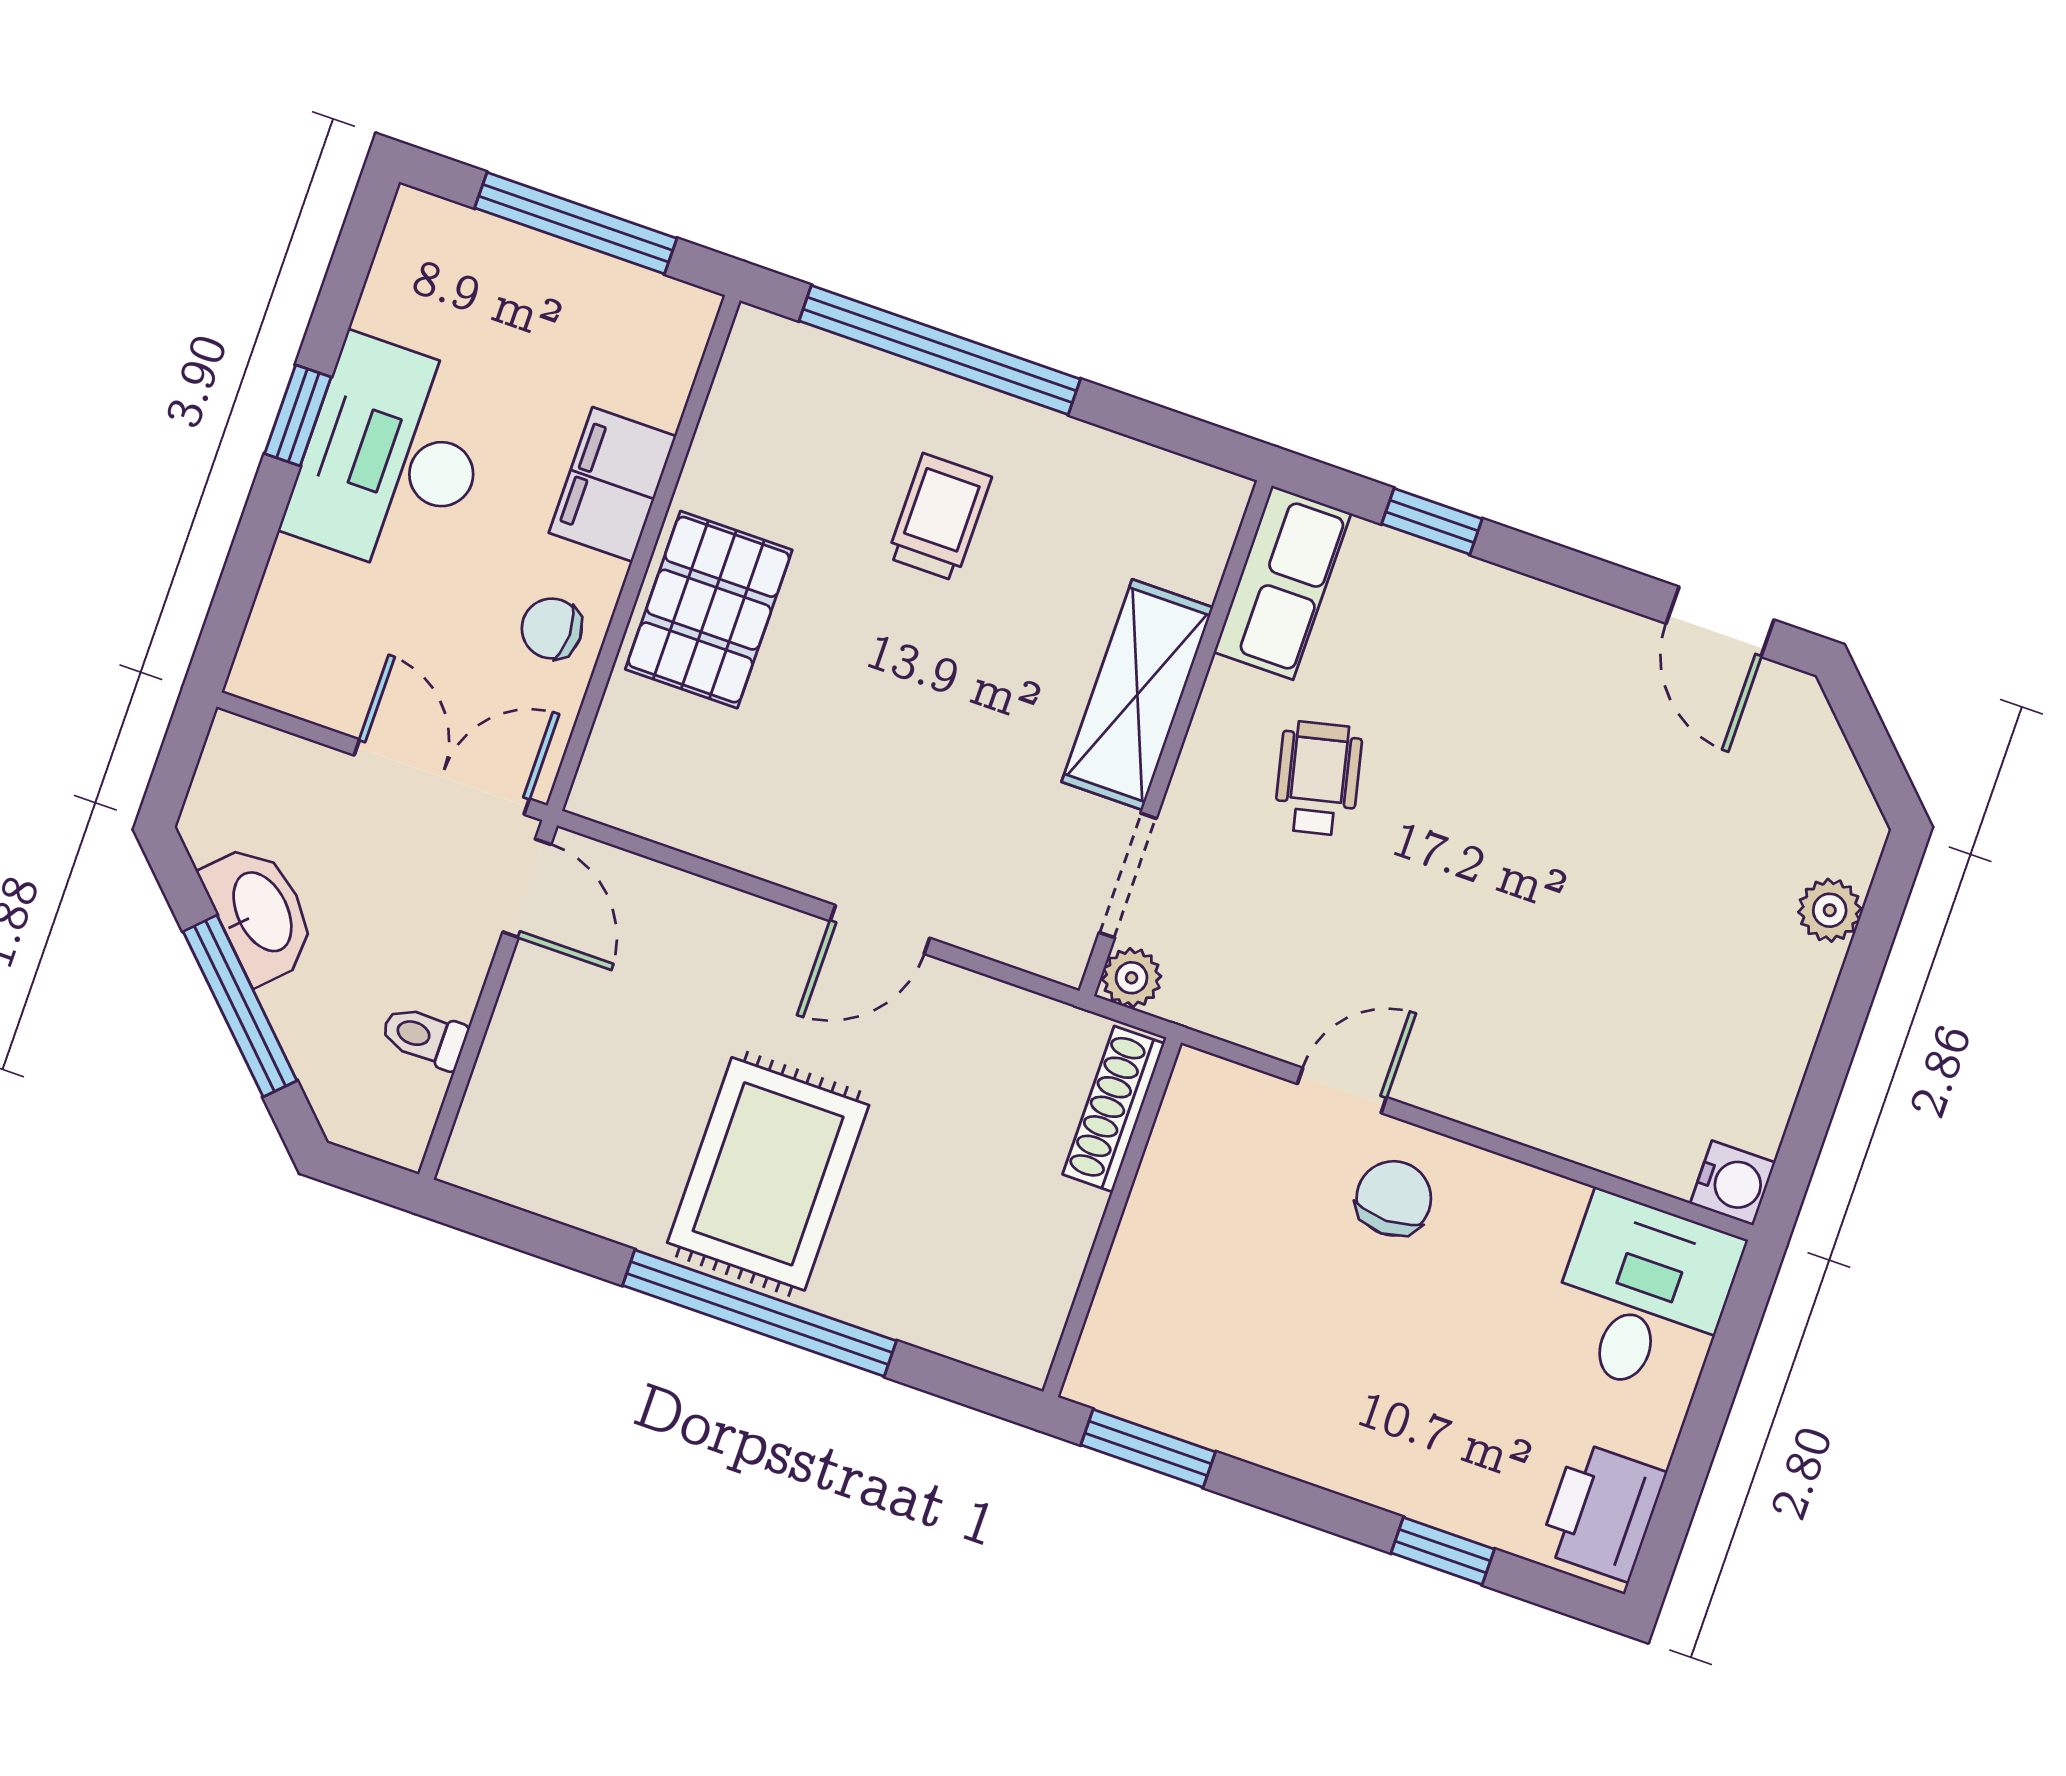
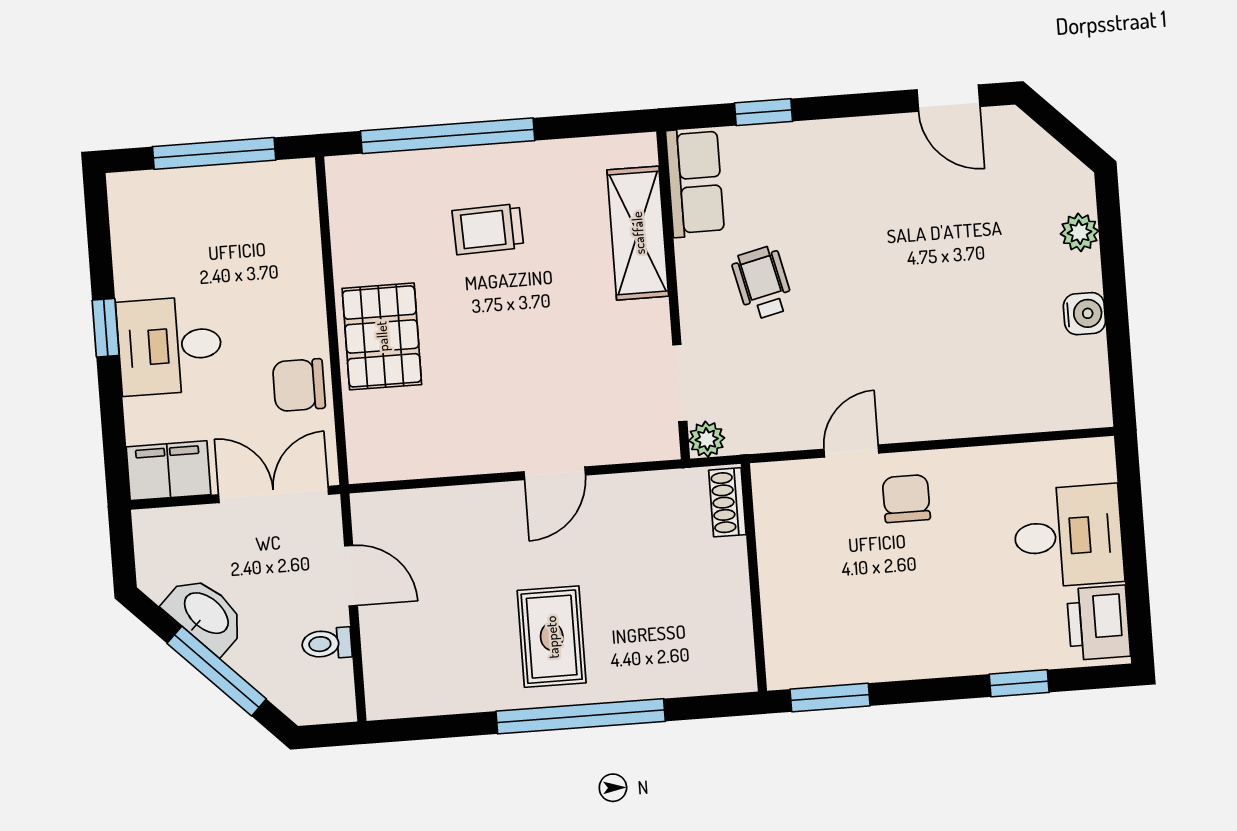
desk: (392, 457) -> (170, 346), width x0.73
filing cabinet: (612, 484) -> (169, 471), moved, turned 90
trolley: (939, 517) -> (488, 229), turned -92
chair: (552, 629) -> (299, 385), width x1.37, depth x1.37
shelving: (1137, 695) -> (638, 233), moved
door: (527, 888) -> (351, 576), moved
shoe rack: (1114, 1109) -> (727, 502), width x0.70
rug: (768, 1174) -> (552, 637), width x0.73, depth x0.70
water cooler: (1733, 1183) -> (1084, 314), moved
desk: (1643, 1296) -> (1068, 536), moved, turned 90

